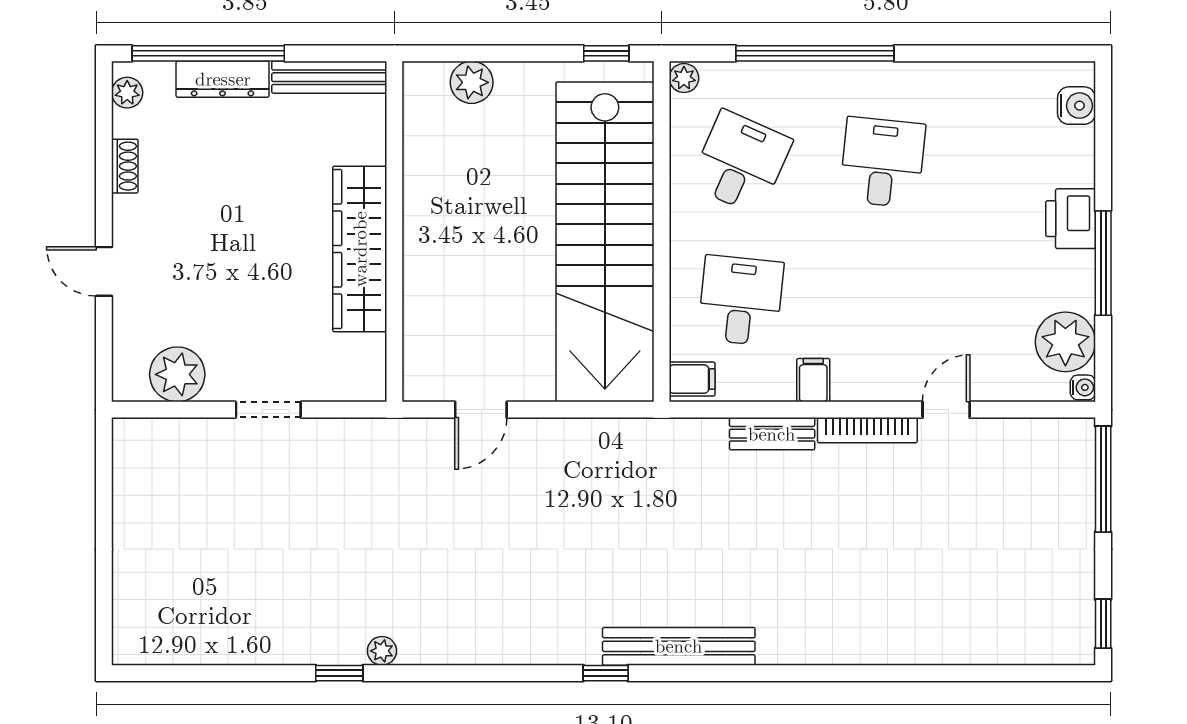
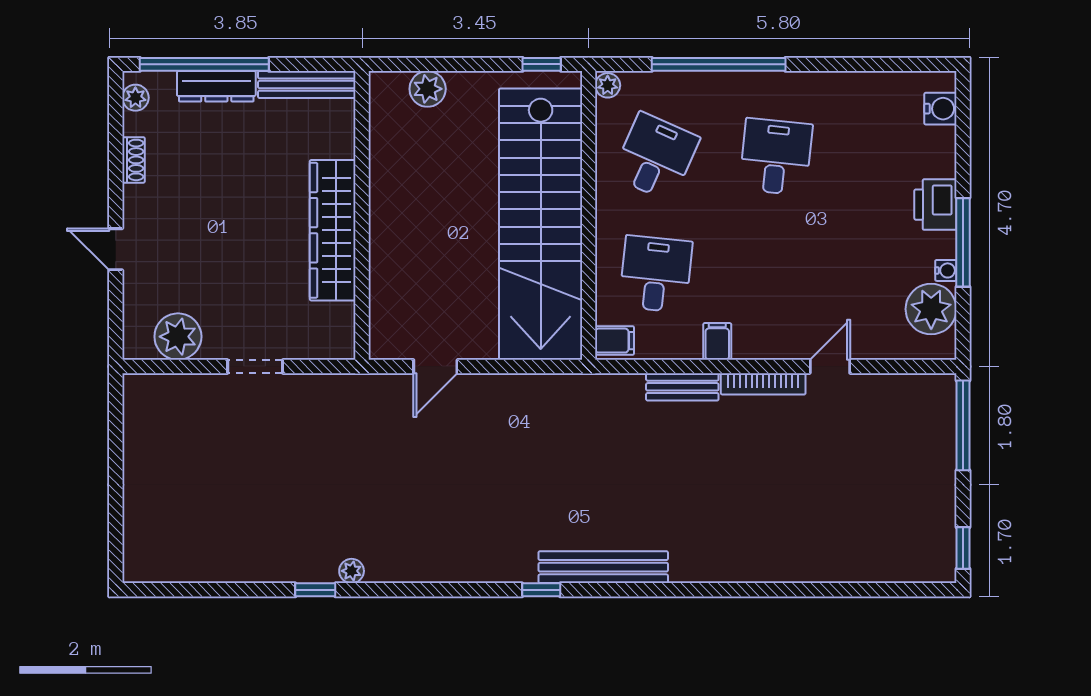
water cooler: (1083, 387) -> (946, 270), moved

